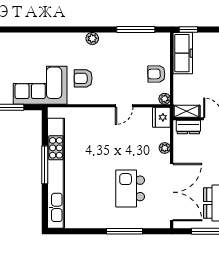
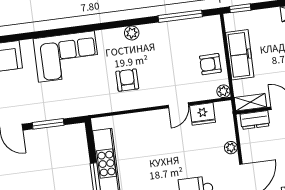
freezer: (183, 53) -> (240, 55), moved
armchair: (83, 78) -> (127, 80), turned 90
corner sofa: (40, 85) -> (66, 56), moved, turned 180
fridge: (161, 117) -> (203, 114), moved, turned -90

